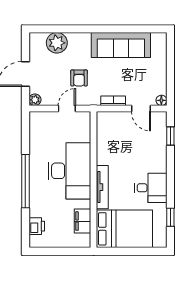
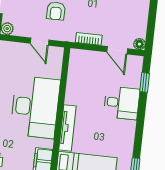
door: (67, 109) -> (40, 42), swing flipped
desk: (151, 188) -> (122, 103), moved

